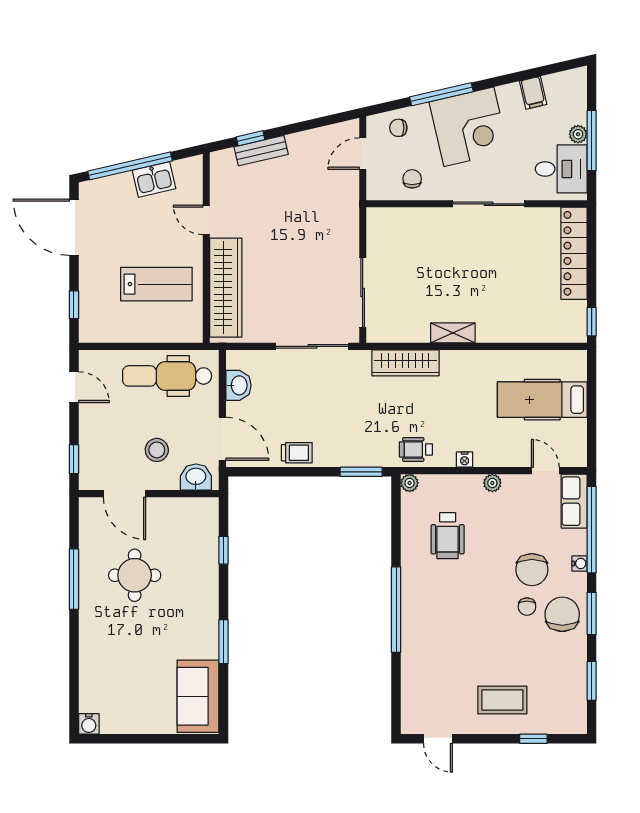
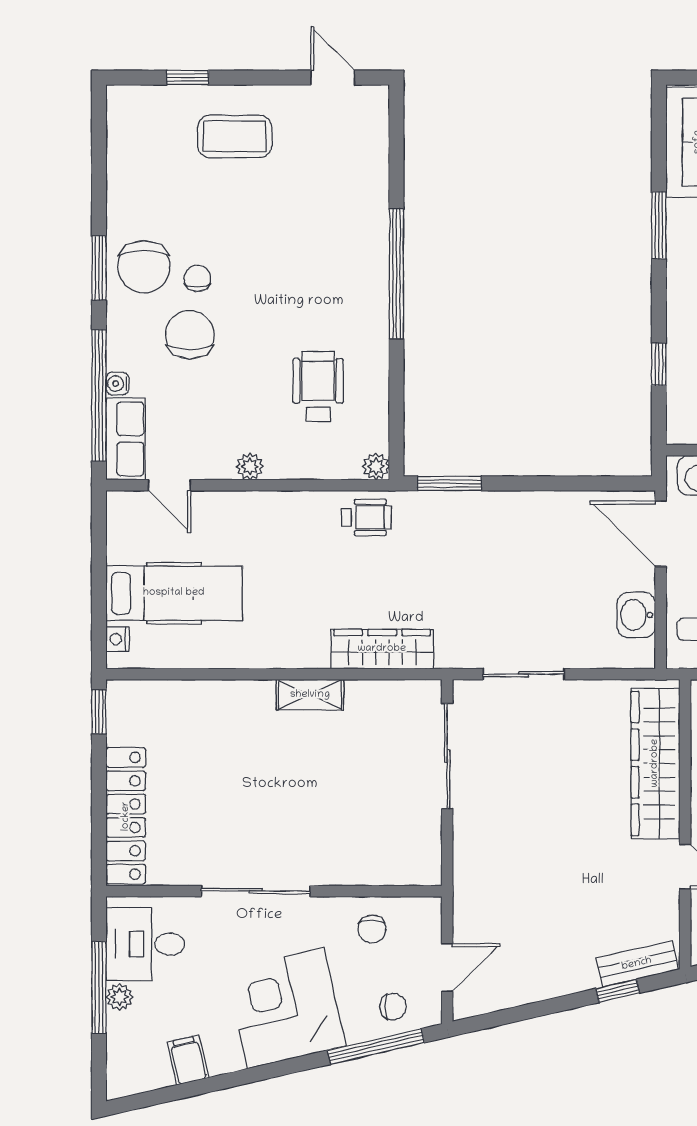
window: (441, 94) -> (376, 1047), moved
bench: (261, 151) -> (637, 964), moved
sliding door: (312, 346) -> (524, 674), width x0.73
trolley: (297, 453) -> (547, 512), removed
nightstand: (465, 460) -> (118, 639), moved, turned -90
water cooler: (579, 563) -> (117, 384), moved
window: (592, 681) -> (99, 165), removed

